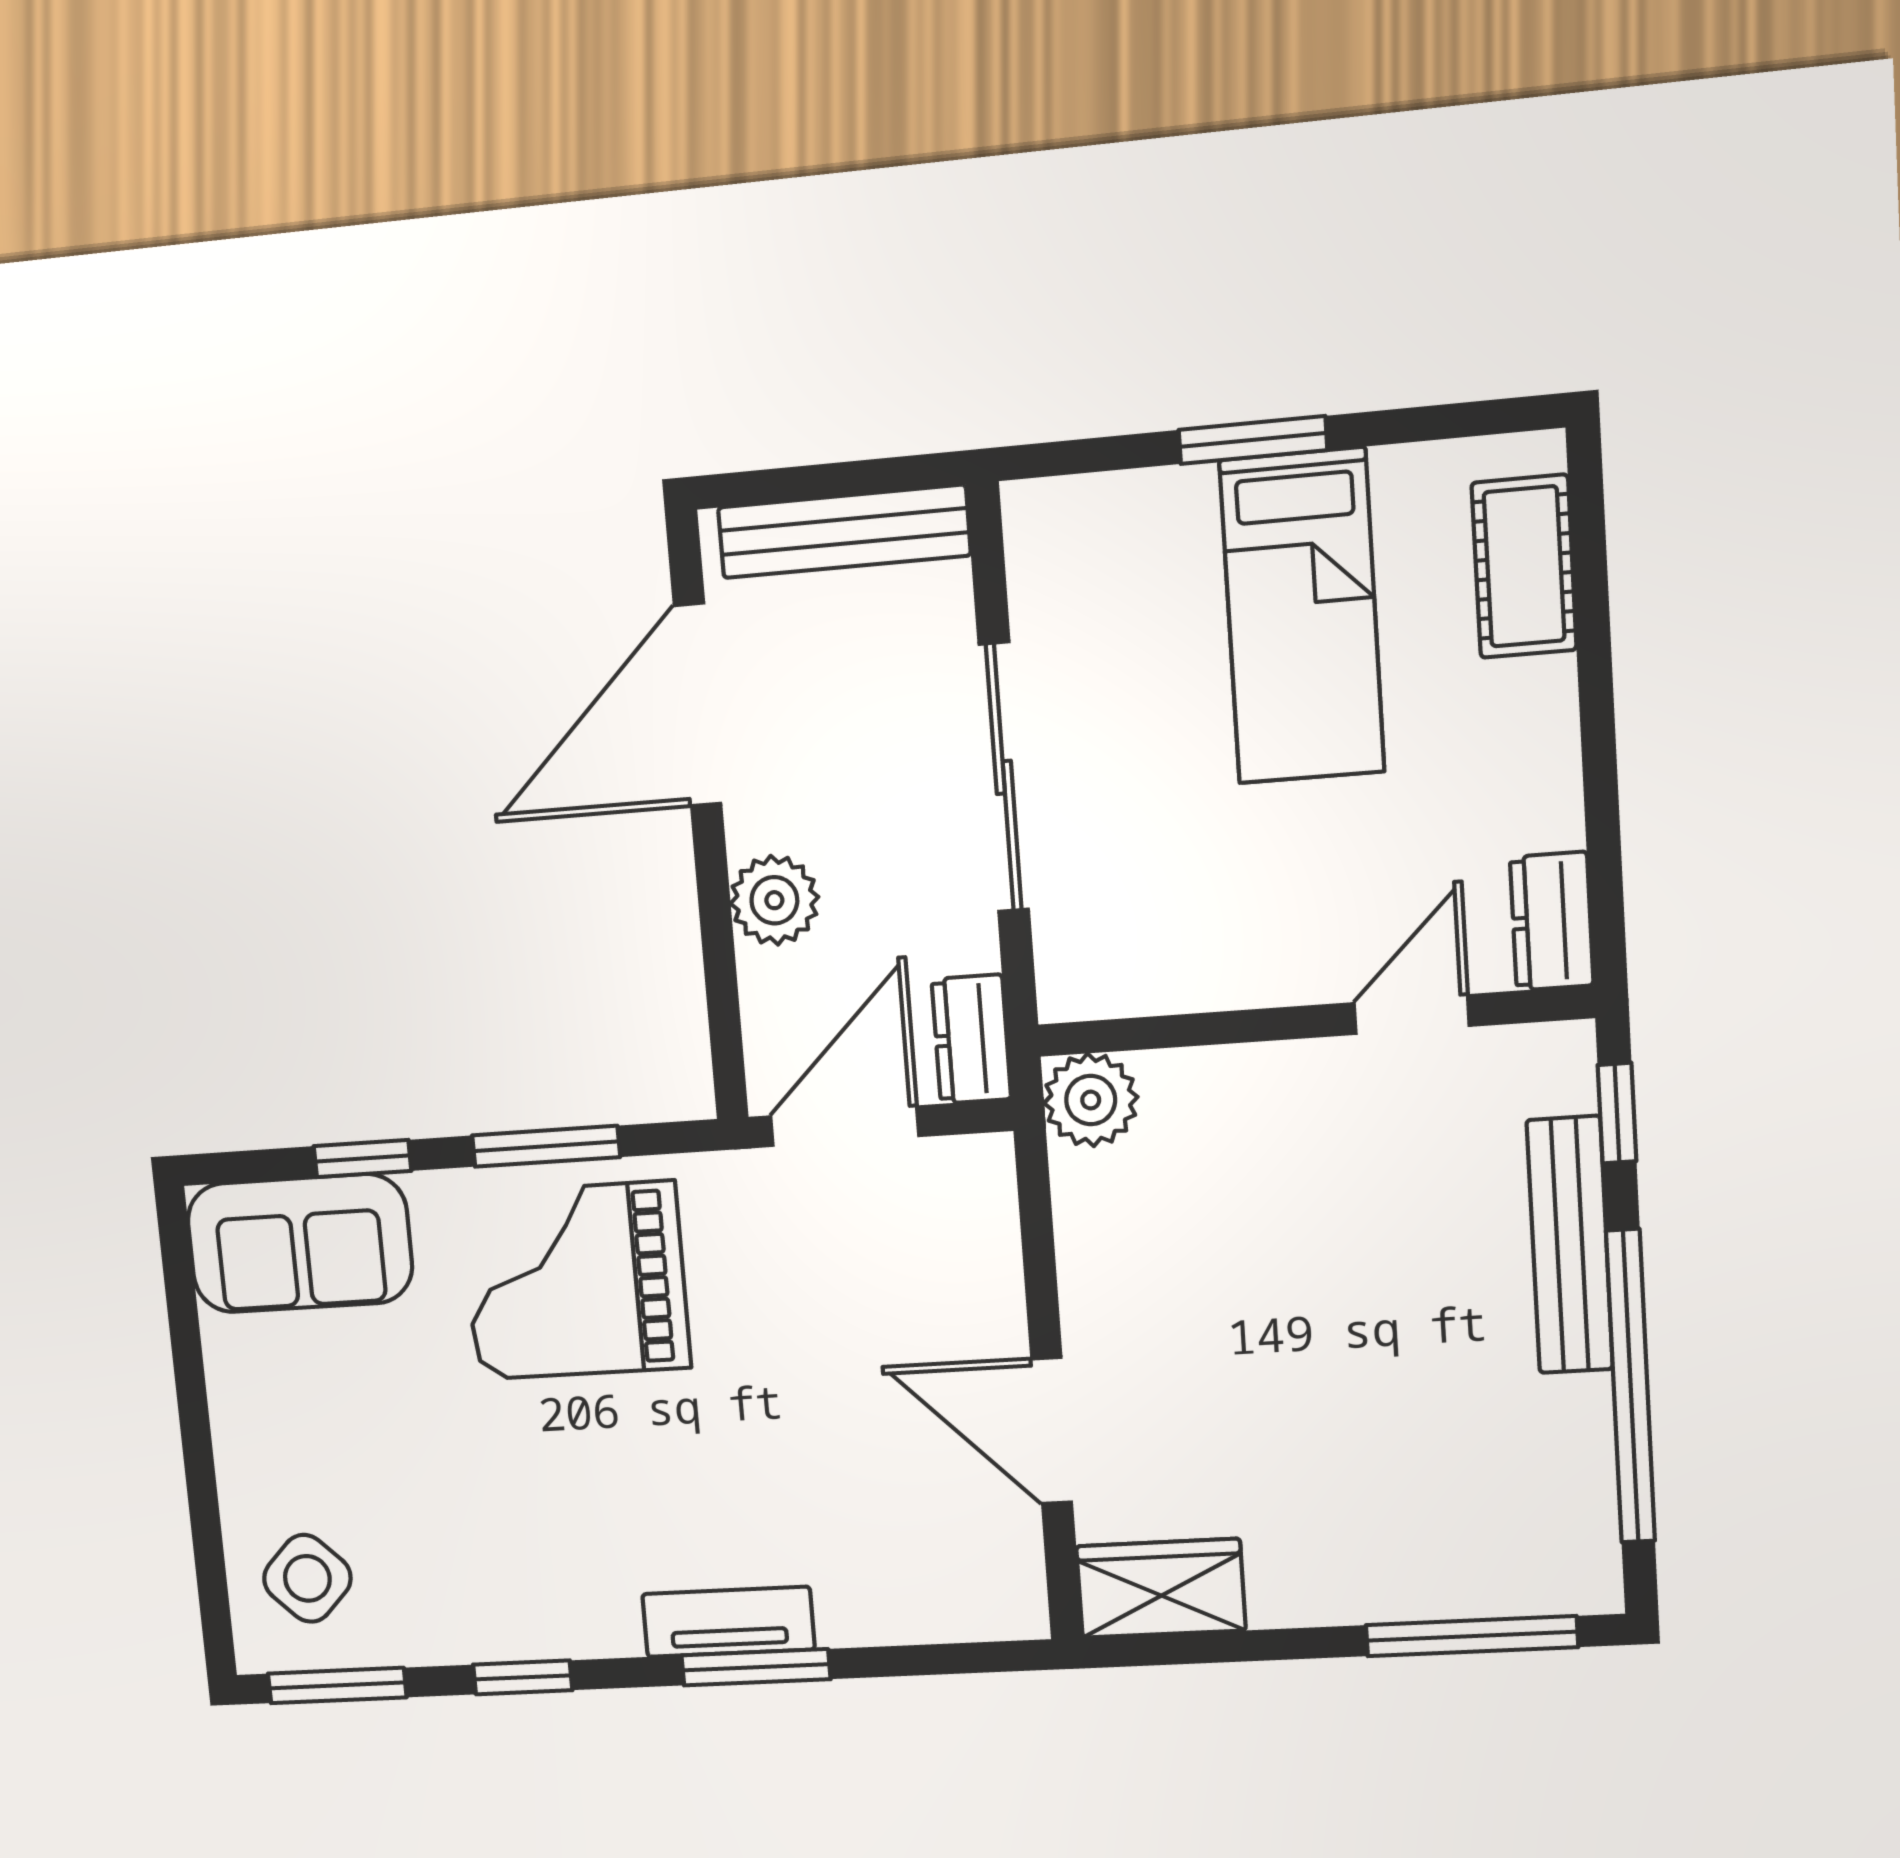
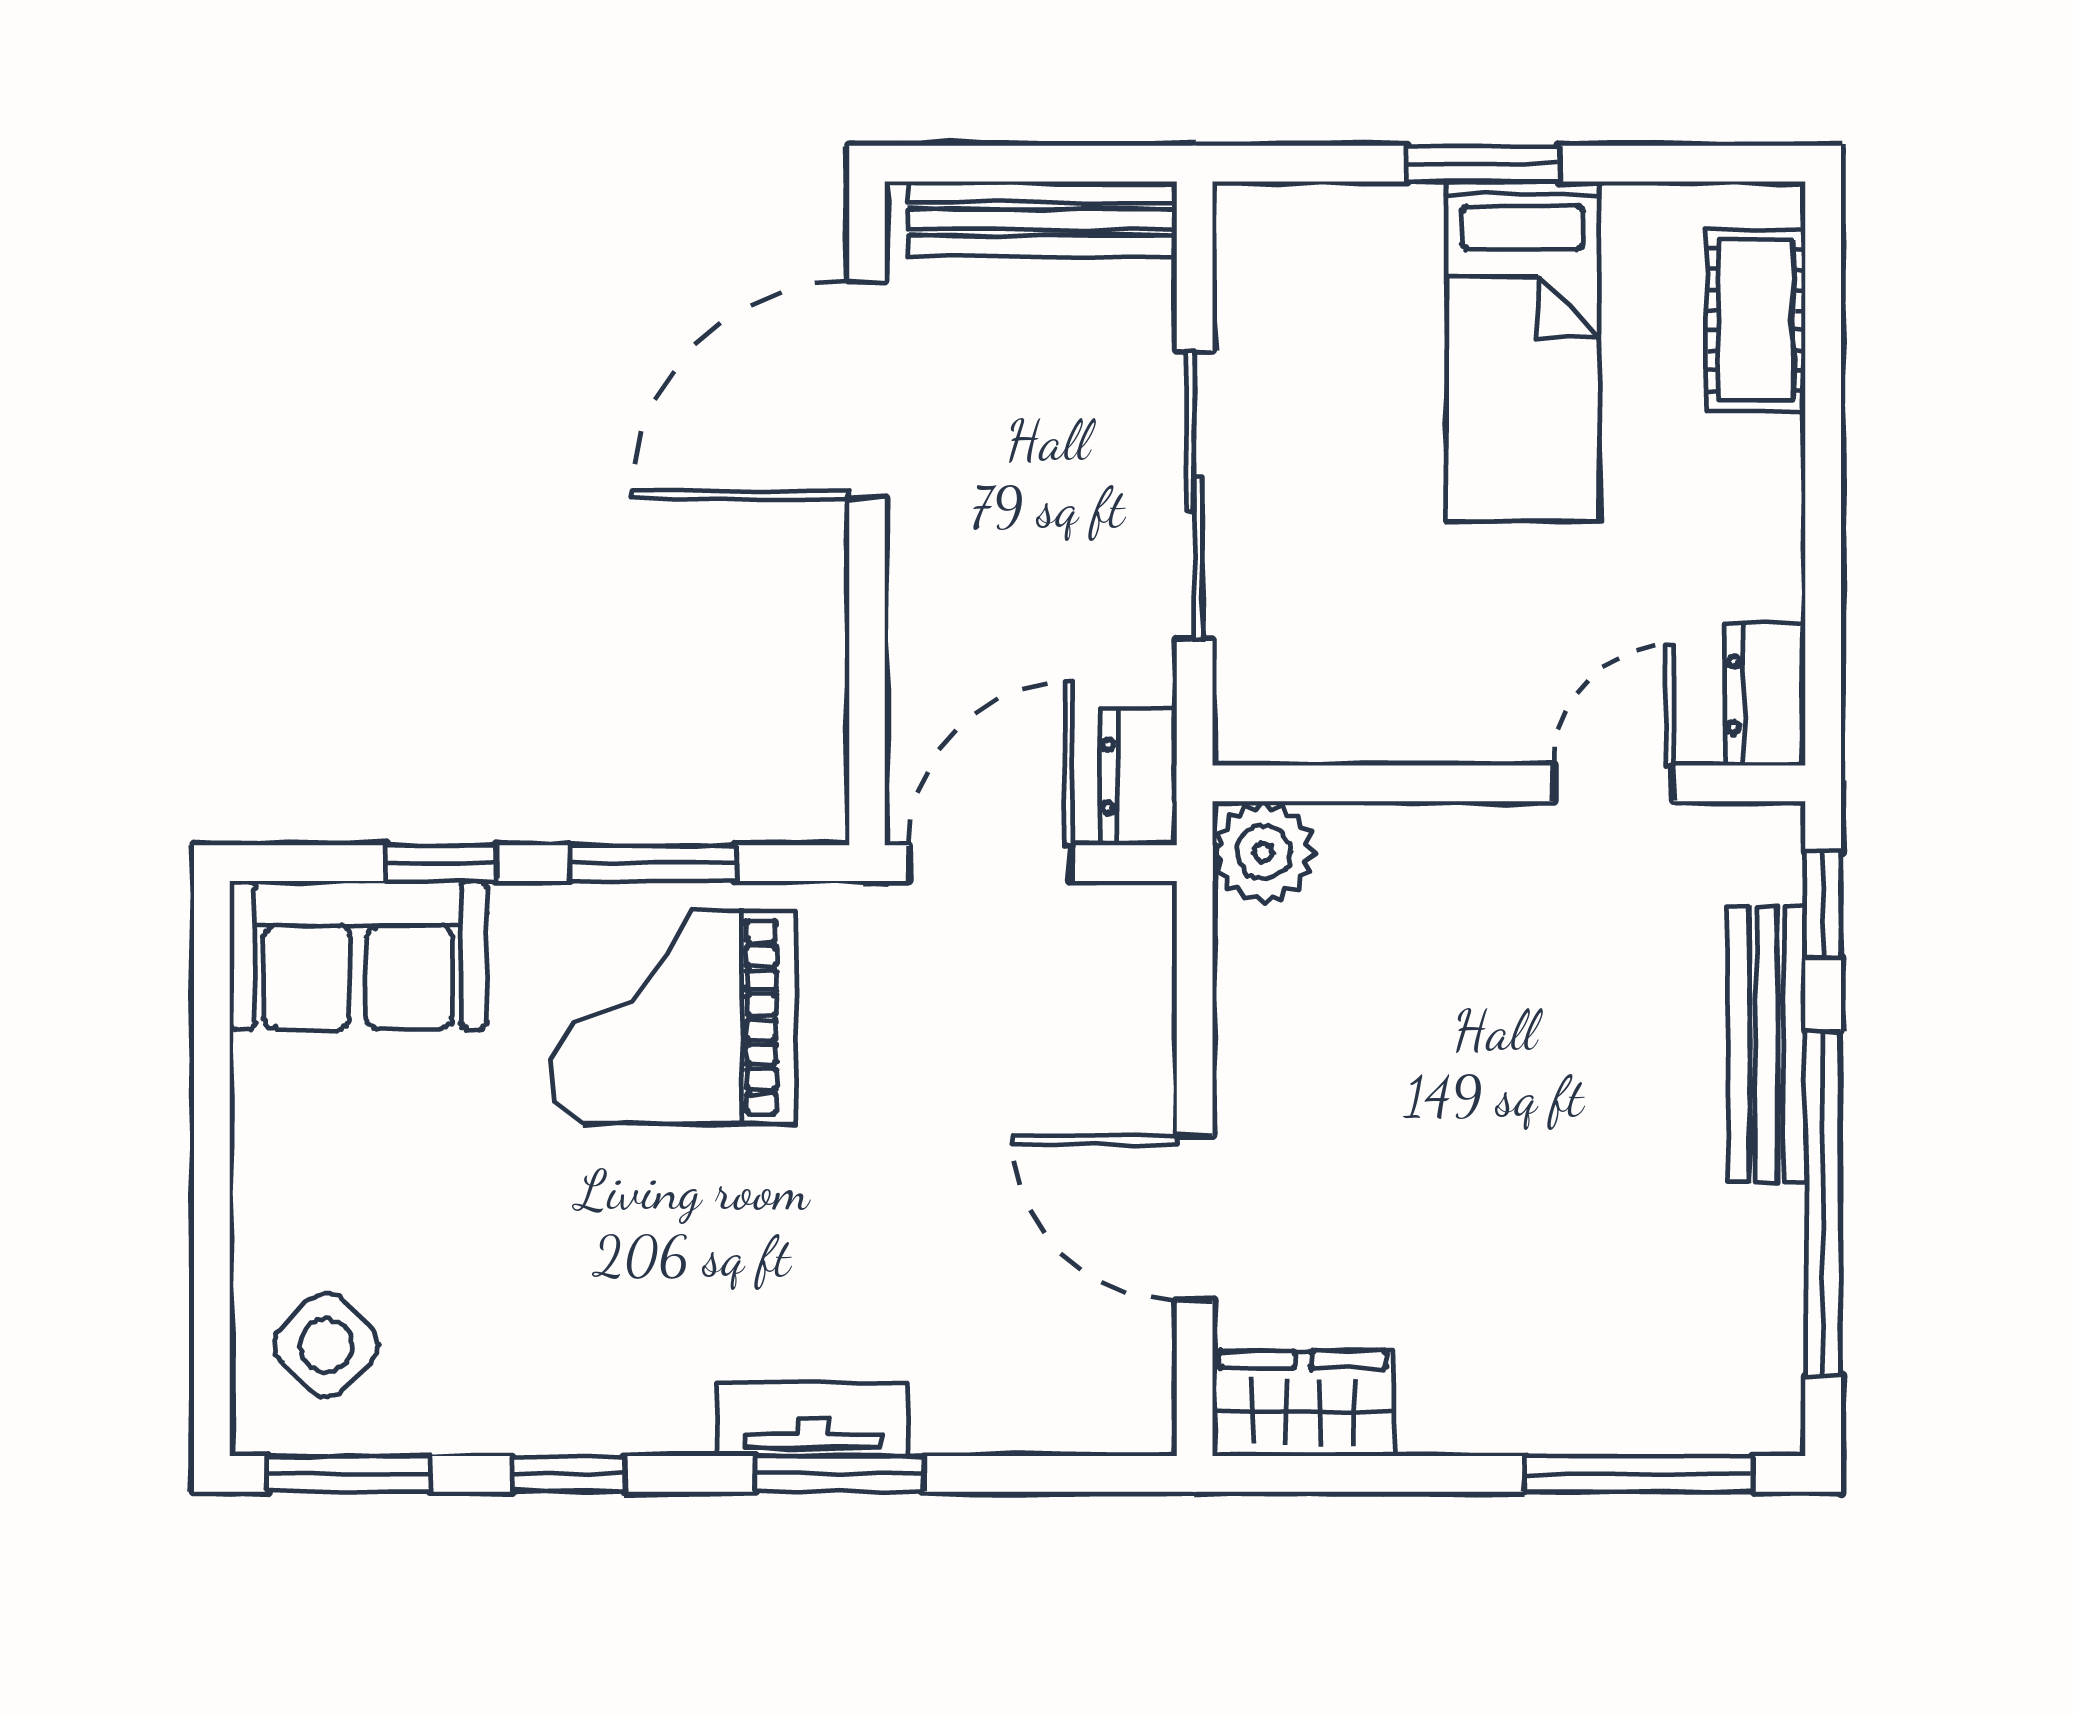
plant: (774, 900) -> (934, 609), removed

